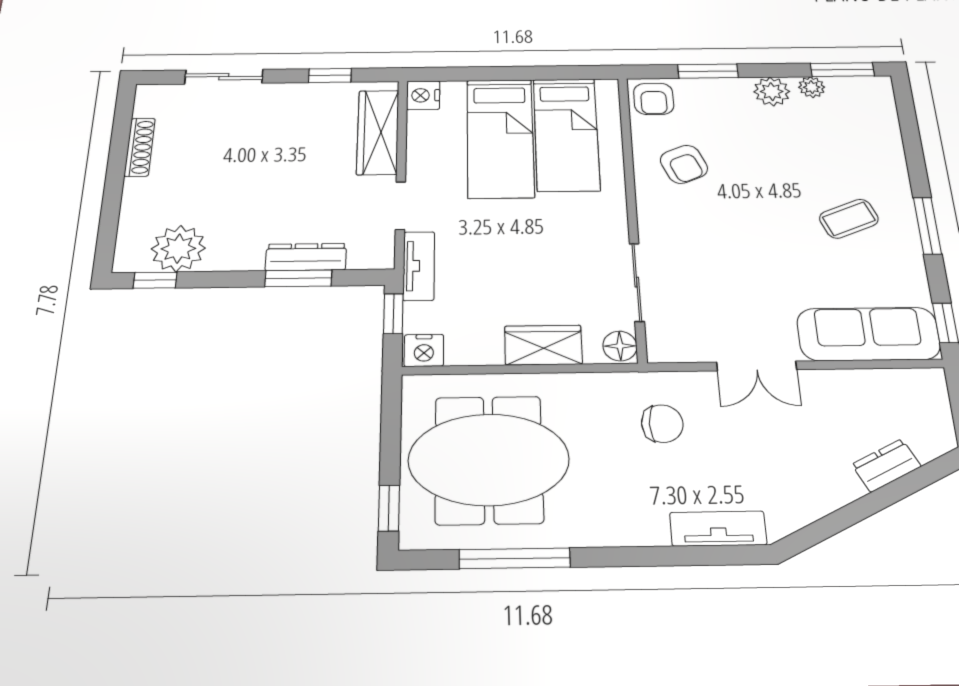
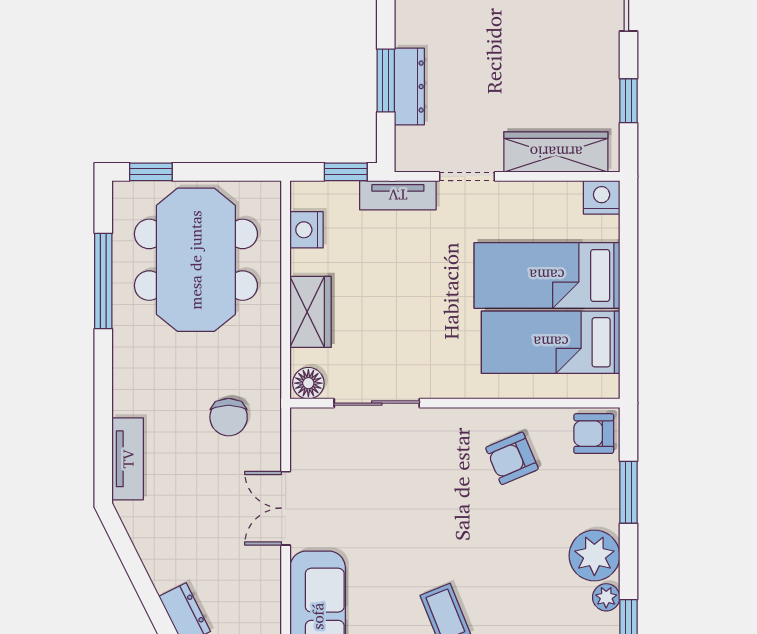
plant: (772, 92) -> (594, 556), width x1.36, depth x1.36
nightstand: (424, 350) -> (307, 230), moved

